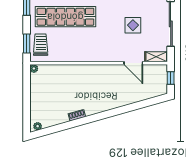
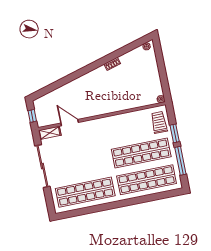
display table: (133, 25) -> (77, 158), removed
window: (27, 43) -> (175, 133), moved
trolley: (41, 45) -> (159, 122), turned 180

